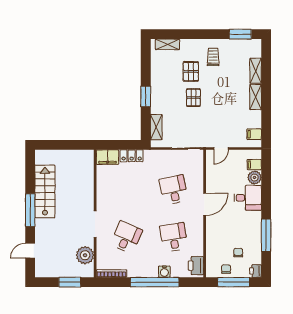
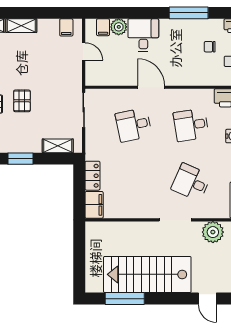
pallet: (193, 98) -> (22, 101), turned 90
door: (221, 148) -> (84, 52), moved
stairs: (45, 191) -> (147, 274), width x1.36, depth x1.51
window: (30, 210) -> (125, 299), moved

